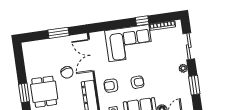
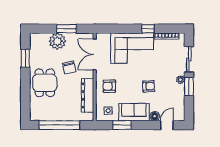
plant: (51, 47) -> (57, 41), added
armchair: (137, 82) -> (149, 86), moved
window: (194, 85) -> (189, 86), moved
window: (24, 93) -> (25, 58), moved

